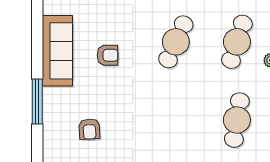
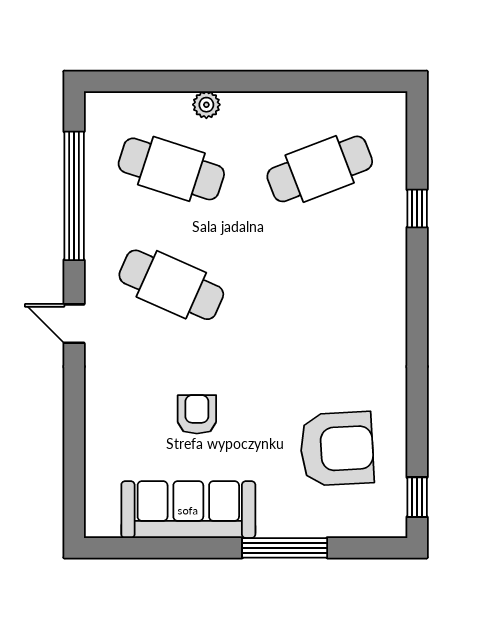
cafe table: (237, 120) -> (320, 169), turned -30
armchair: (89, 129) -> (337, 449), width x1.88, depth x1.88

